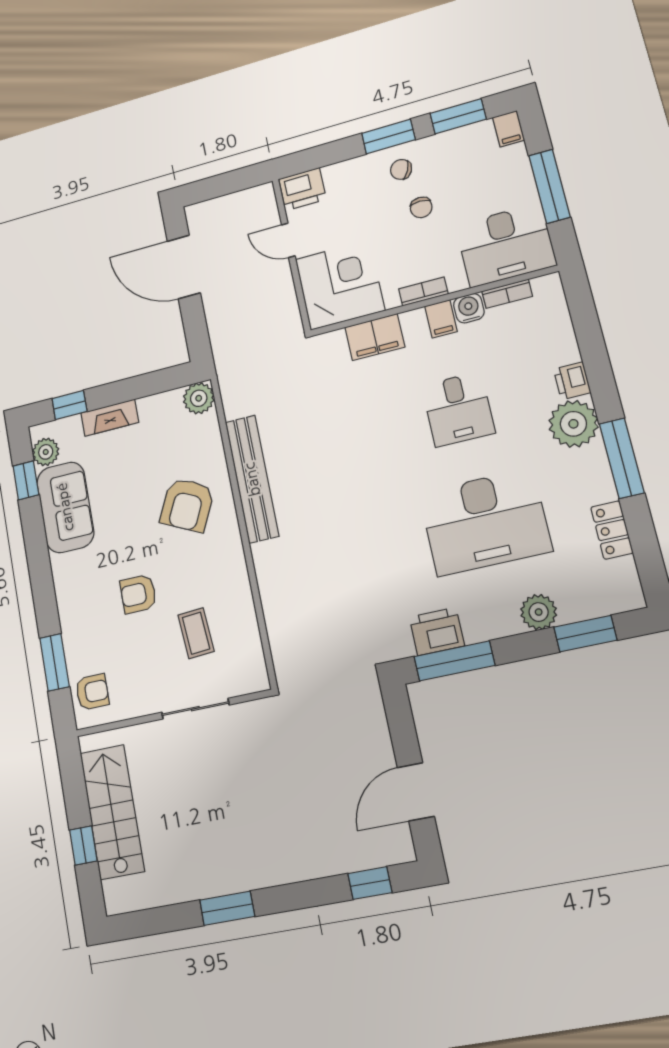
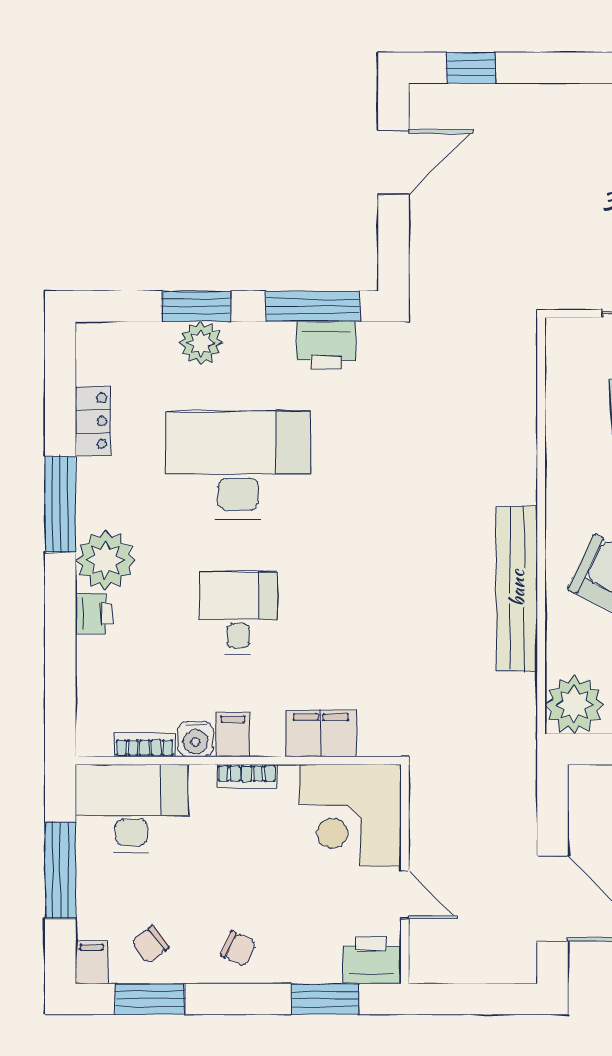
window: (388, 137) -> (325, 999), moved
chair: (421, 207) -> (150, 945), moved, turned -127
plant: (199, 398) -> (574, 705), width x1.36, depth x1.36
window: (585, 634) -> (196, 306), moved

